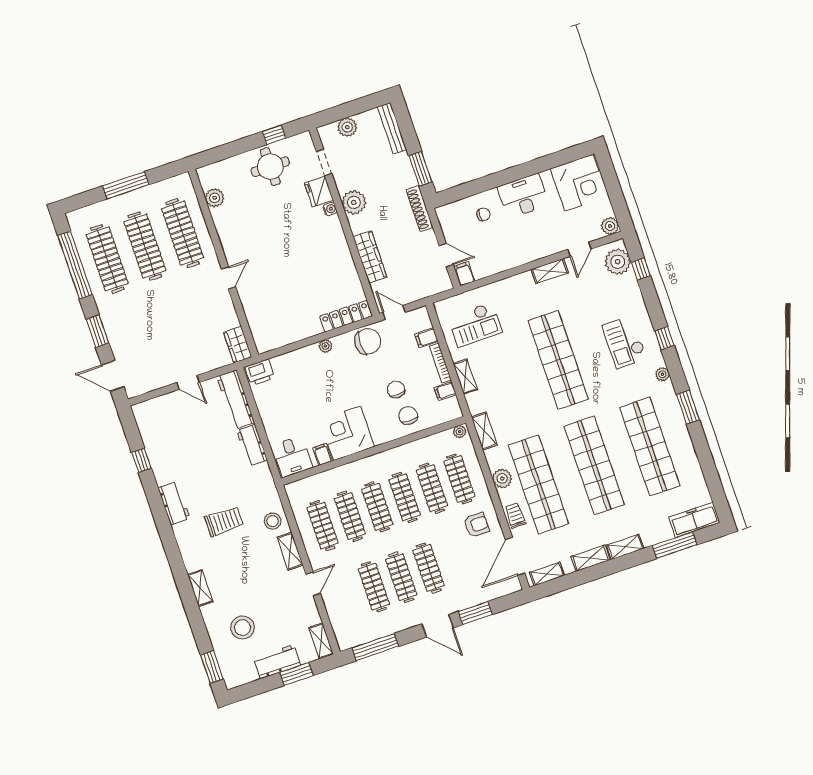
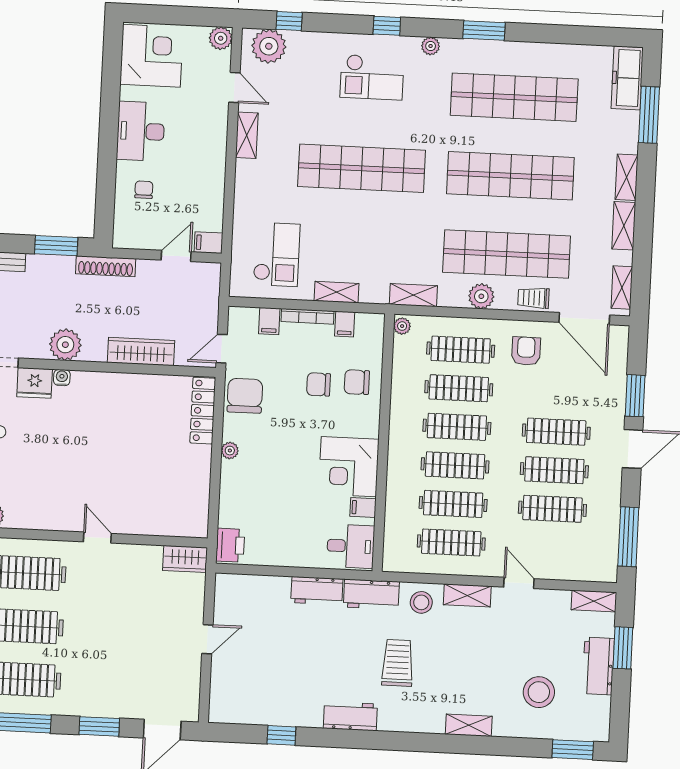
workbench: (236, 399) -> (371, 594), moved, width x0.73

